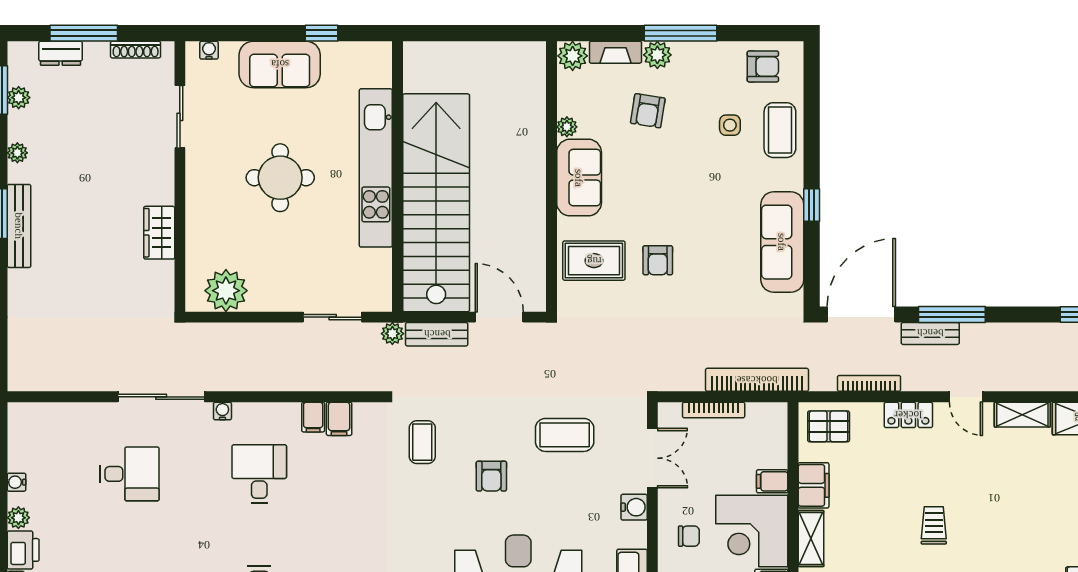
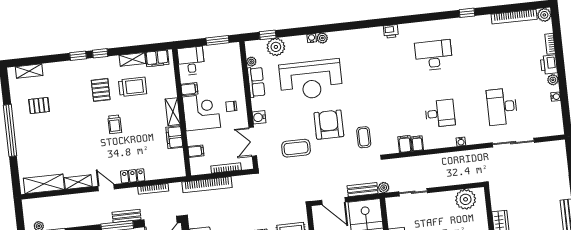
sliding door: (161, 397) -> (513, 143), moved
pallet: (829, 426) -> (170, 166), removed
desk: (130, 474) -> (502, 107), width x1.37
desk: (259, 474) -> (440, 113), turned -90
armchair: (491, 476) -> (329, 125), width x1.88, depth x1.88
filing cabinet: (772, 481) -> (196, 151), moved

